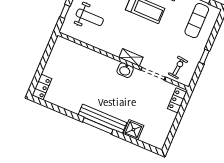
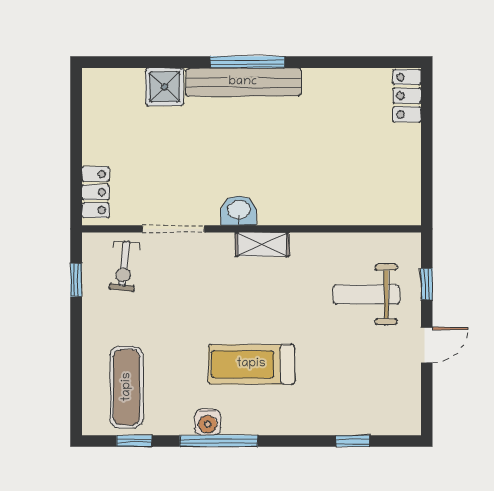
shelving: (131, 57) -> (262, 244), moved
window: (204, 57) -> (76, 280), moved

